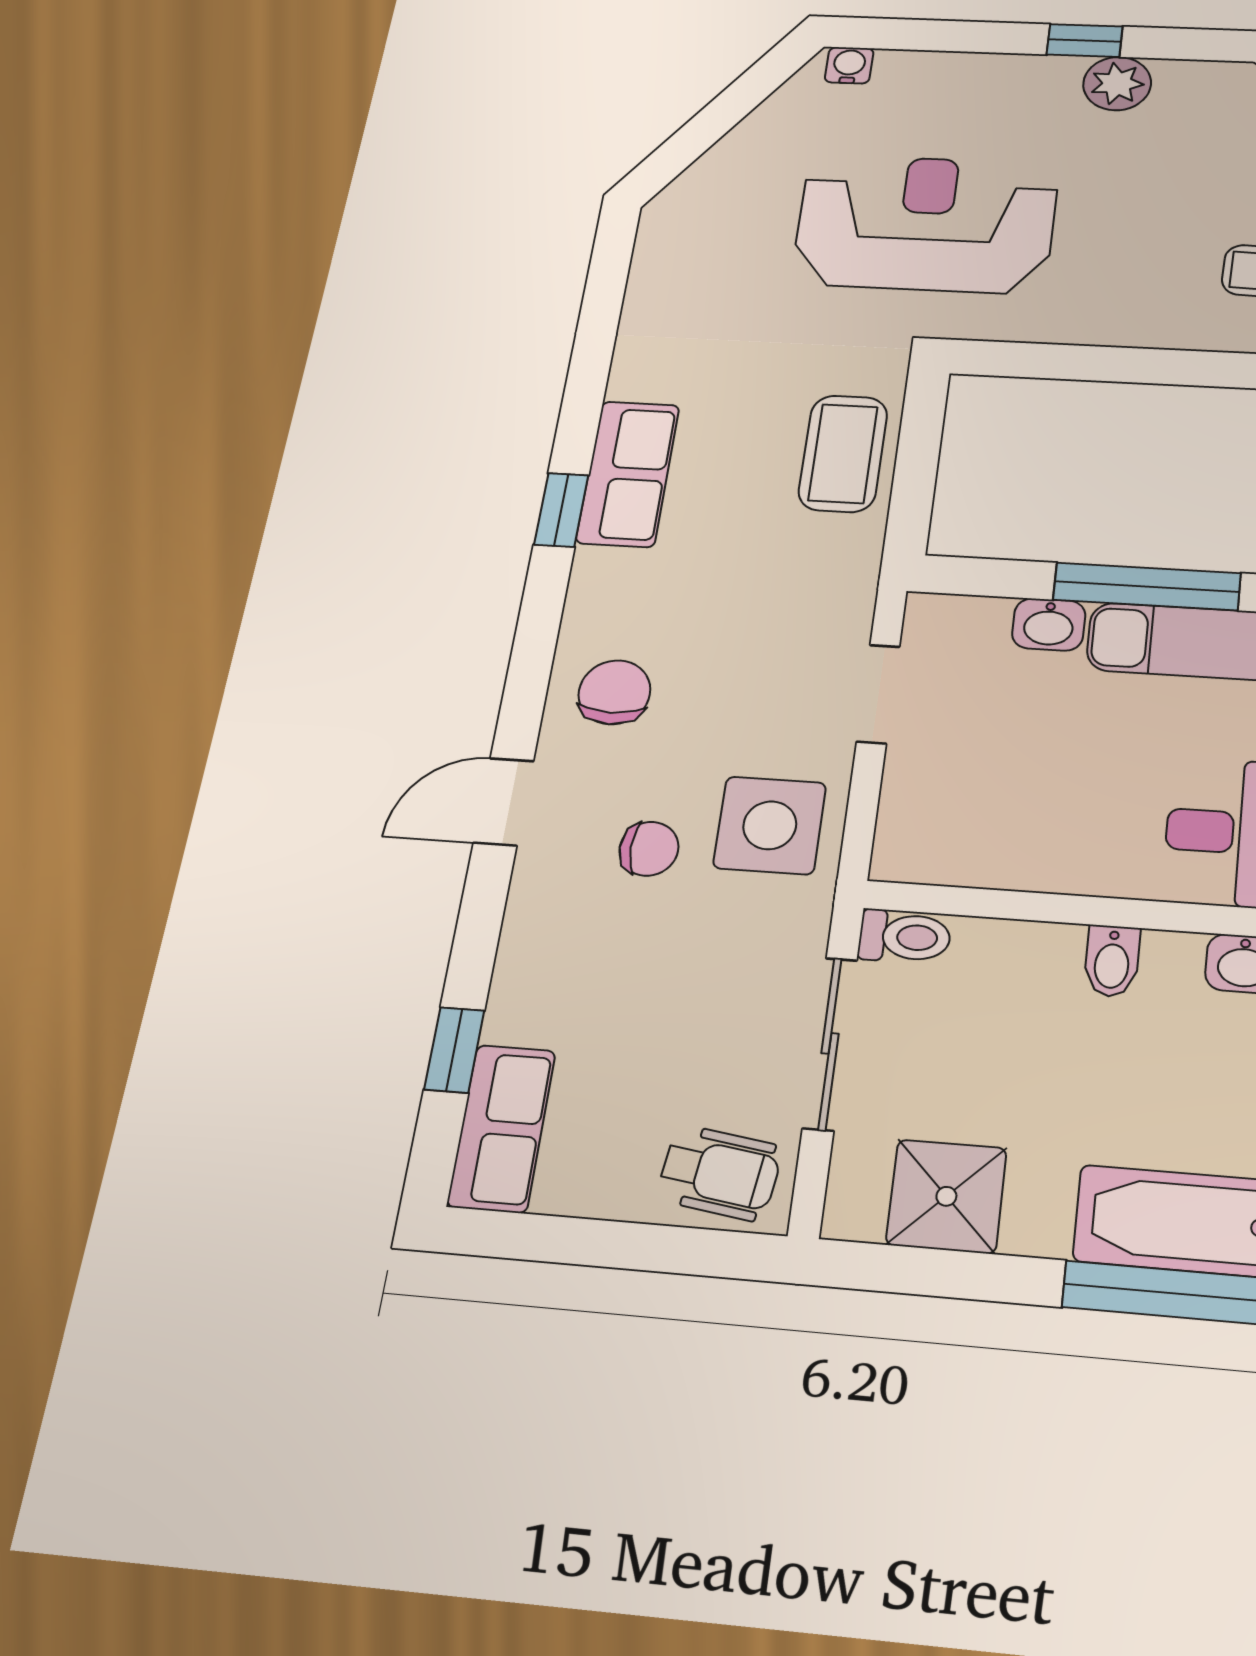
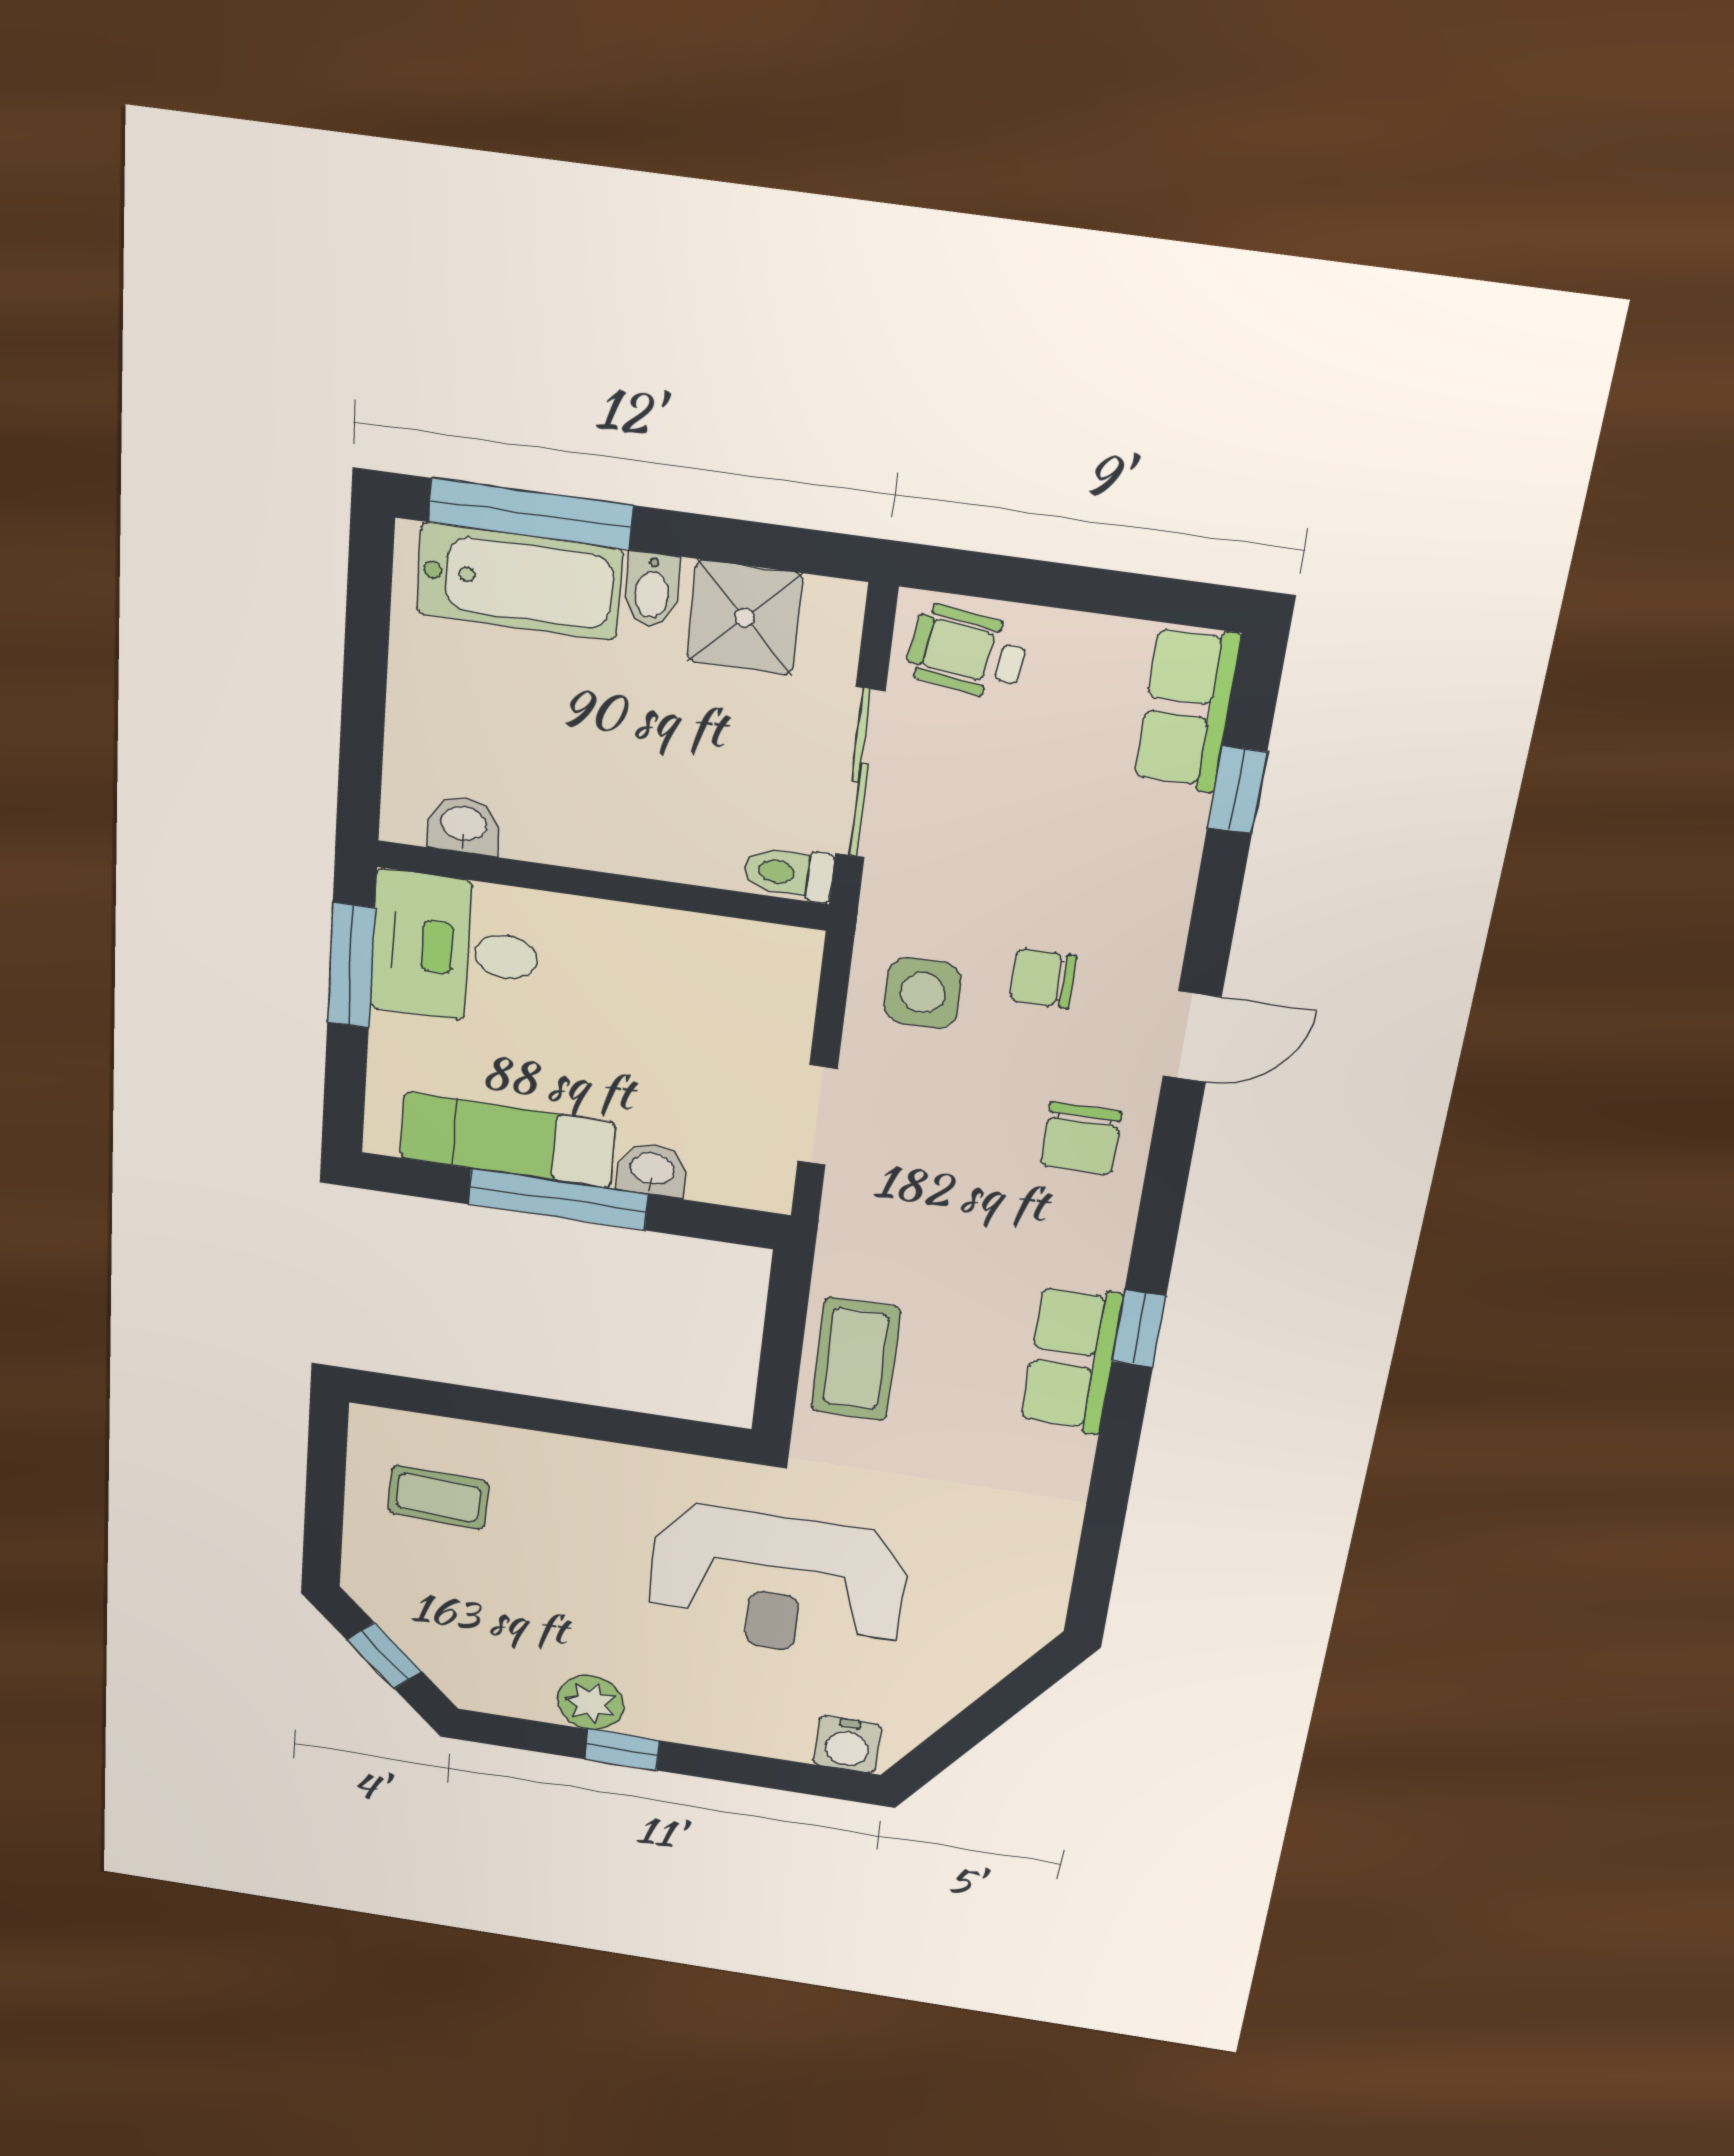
water cooler: (849, 65) -> (847, 1745), width x1.38, depth x1.38
side table: (770, 825) -> (923, 993), width x0.73, depth x0.73
bidet: (1112, 961) -> (652, 590), moved, turned 180

